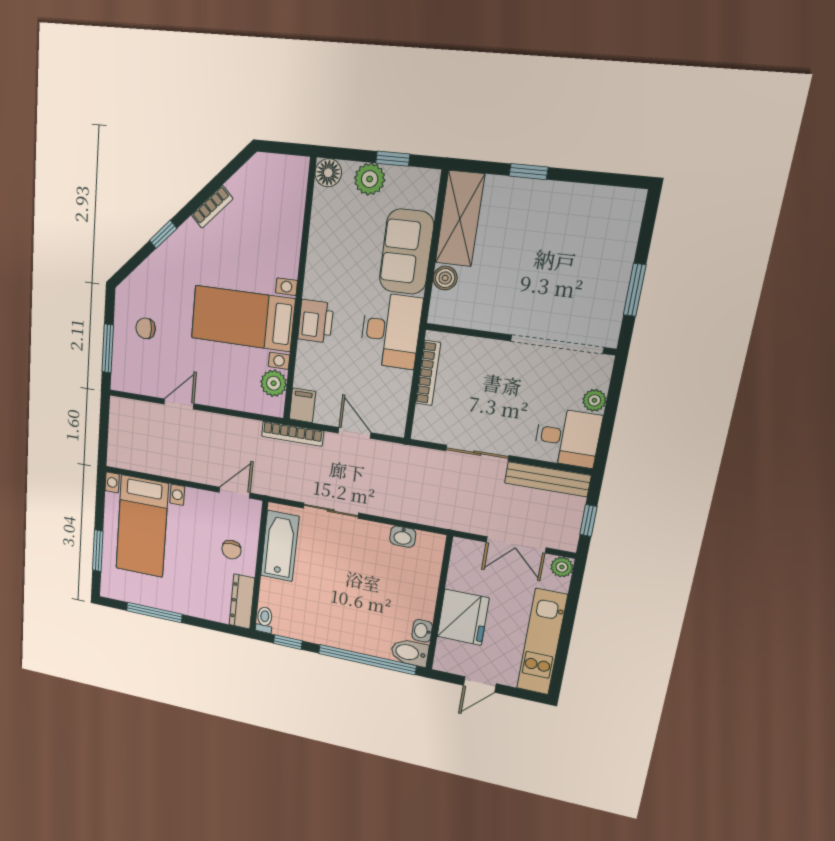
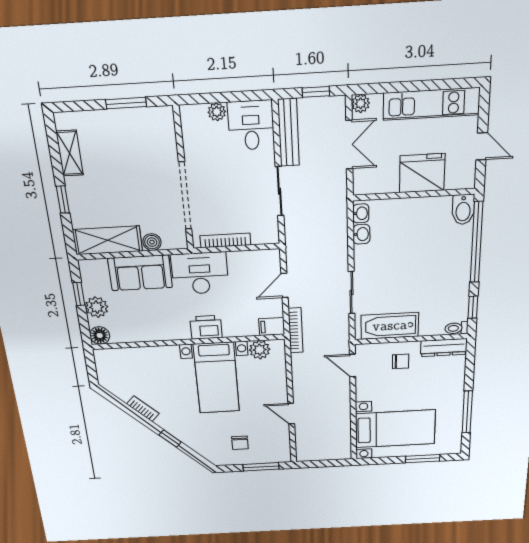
shelving: (589, 198) -> (70, 153), added
doorway: (557, 344) -> (185, 196), moved
washbasin: (422, 631) -> (361, 213), moved, turned -90

